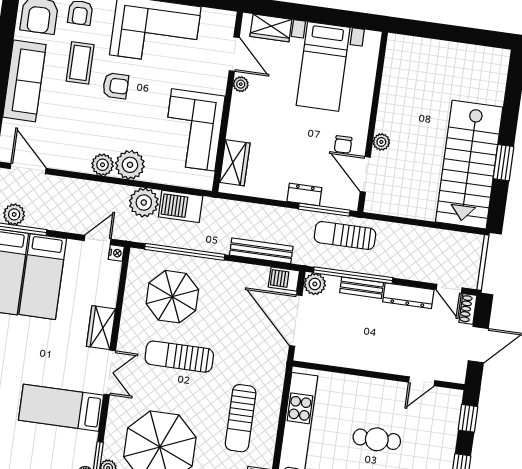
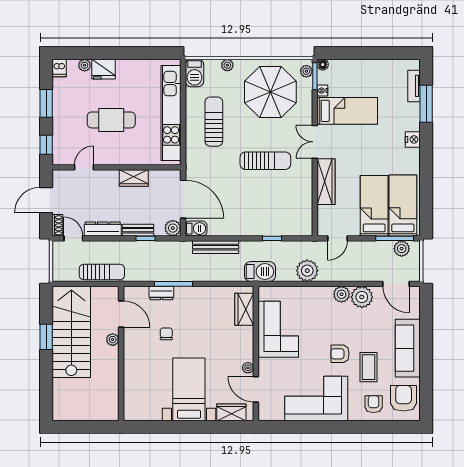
wall: (373, 122) -> (121, 353), moved
plant: (381, 142) -> (113, 340), moved
plant: (130, 165) -> (362, 297), moved
door: (365, 174) -> (121, 314), moved
dresser: (304, 194) -> (161, 293), moved
barbecue: (181, 206) -> (260, 272), moved
sun lounger: (345, 236) -> (102, 272), moved
window: (185, 252) -> (272, 238), width x0.32
nightstand: (116, 253) -> (322, 91), moved
window: (353, 275) -> (145, 238), width x0.32
parasol: (172, 297) -> (277, 204), removed
wardrobe: (101, 328) -> (326, 182), width x1.50
wardrobe: (357, 358) -> (134, 178), added
cafe table: (377, 439) -> (111, 120), width x1.37, depth x1.35

